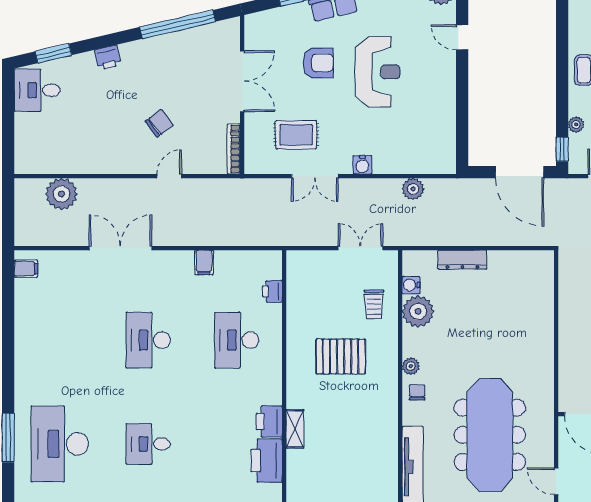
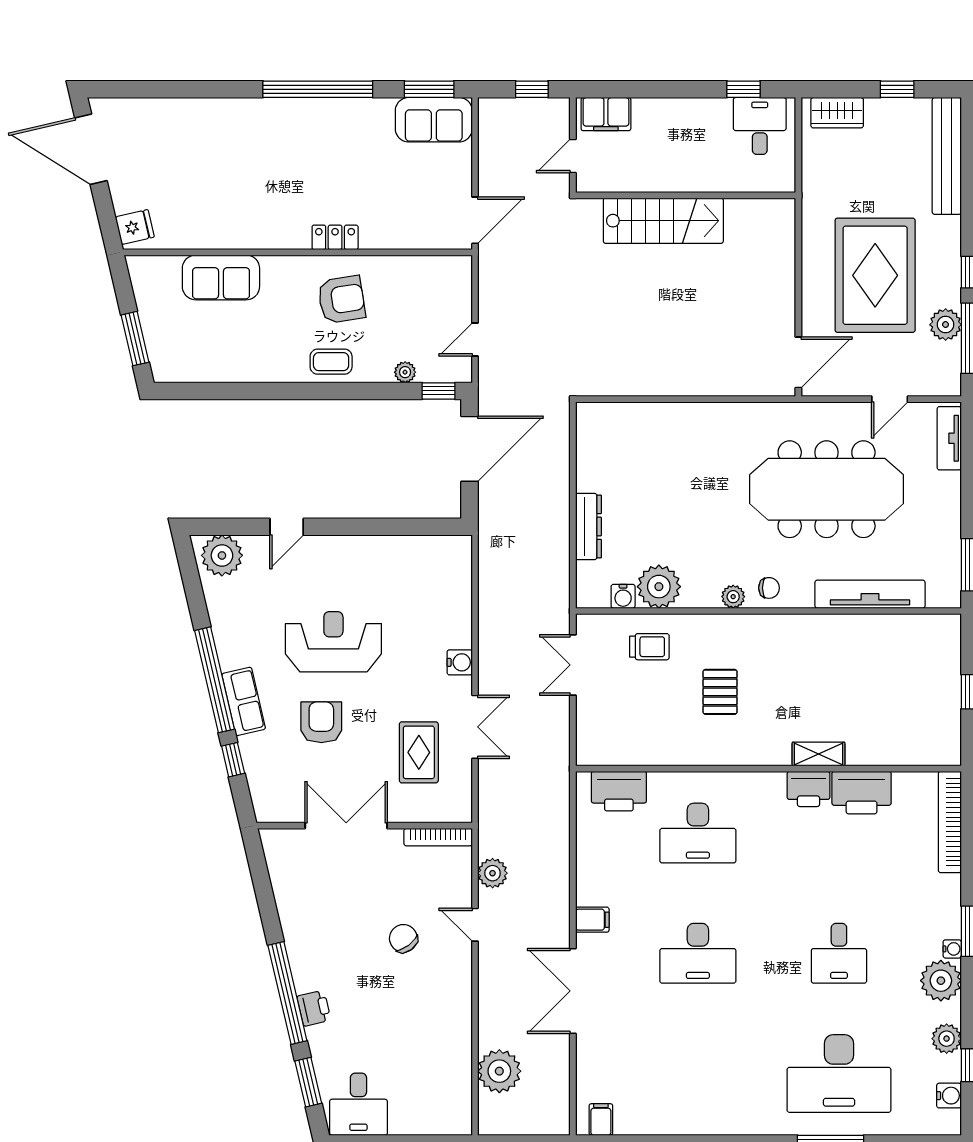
window: (178, 24) -> (287, 993), moved
plant: (413, 189) -> (493, 873), moved
filing cabinet: (204, 262) -> (592, 920), moved
printer: (272, 291) -> (619, 791), width x1.87, depth x1.48
pallet: (341, 356) -> (720, 692), width x0.67, depth x0.71
chair: (417, 392) -> (769, 588), turned 180

